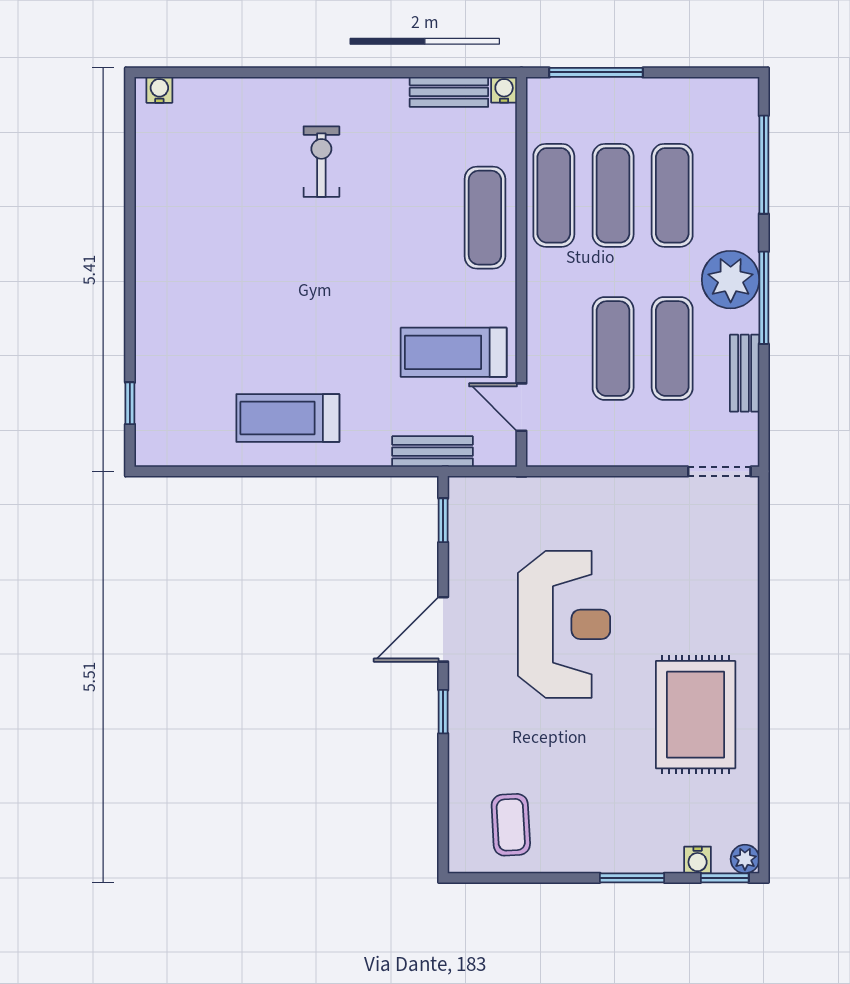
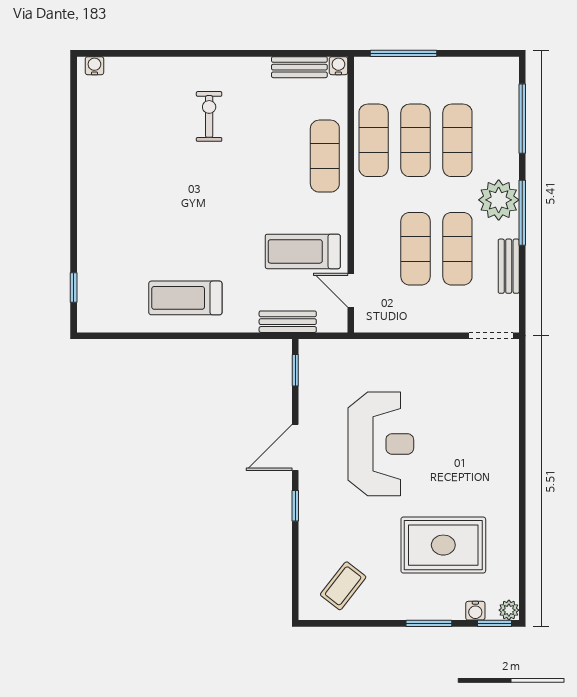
rug: (696, 715) -> (443, 545), moved, turned 90
coffee table: (511, 825) -> (343, 586), turned 41

